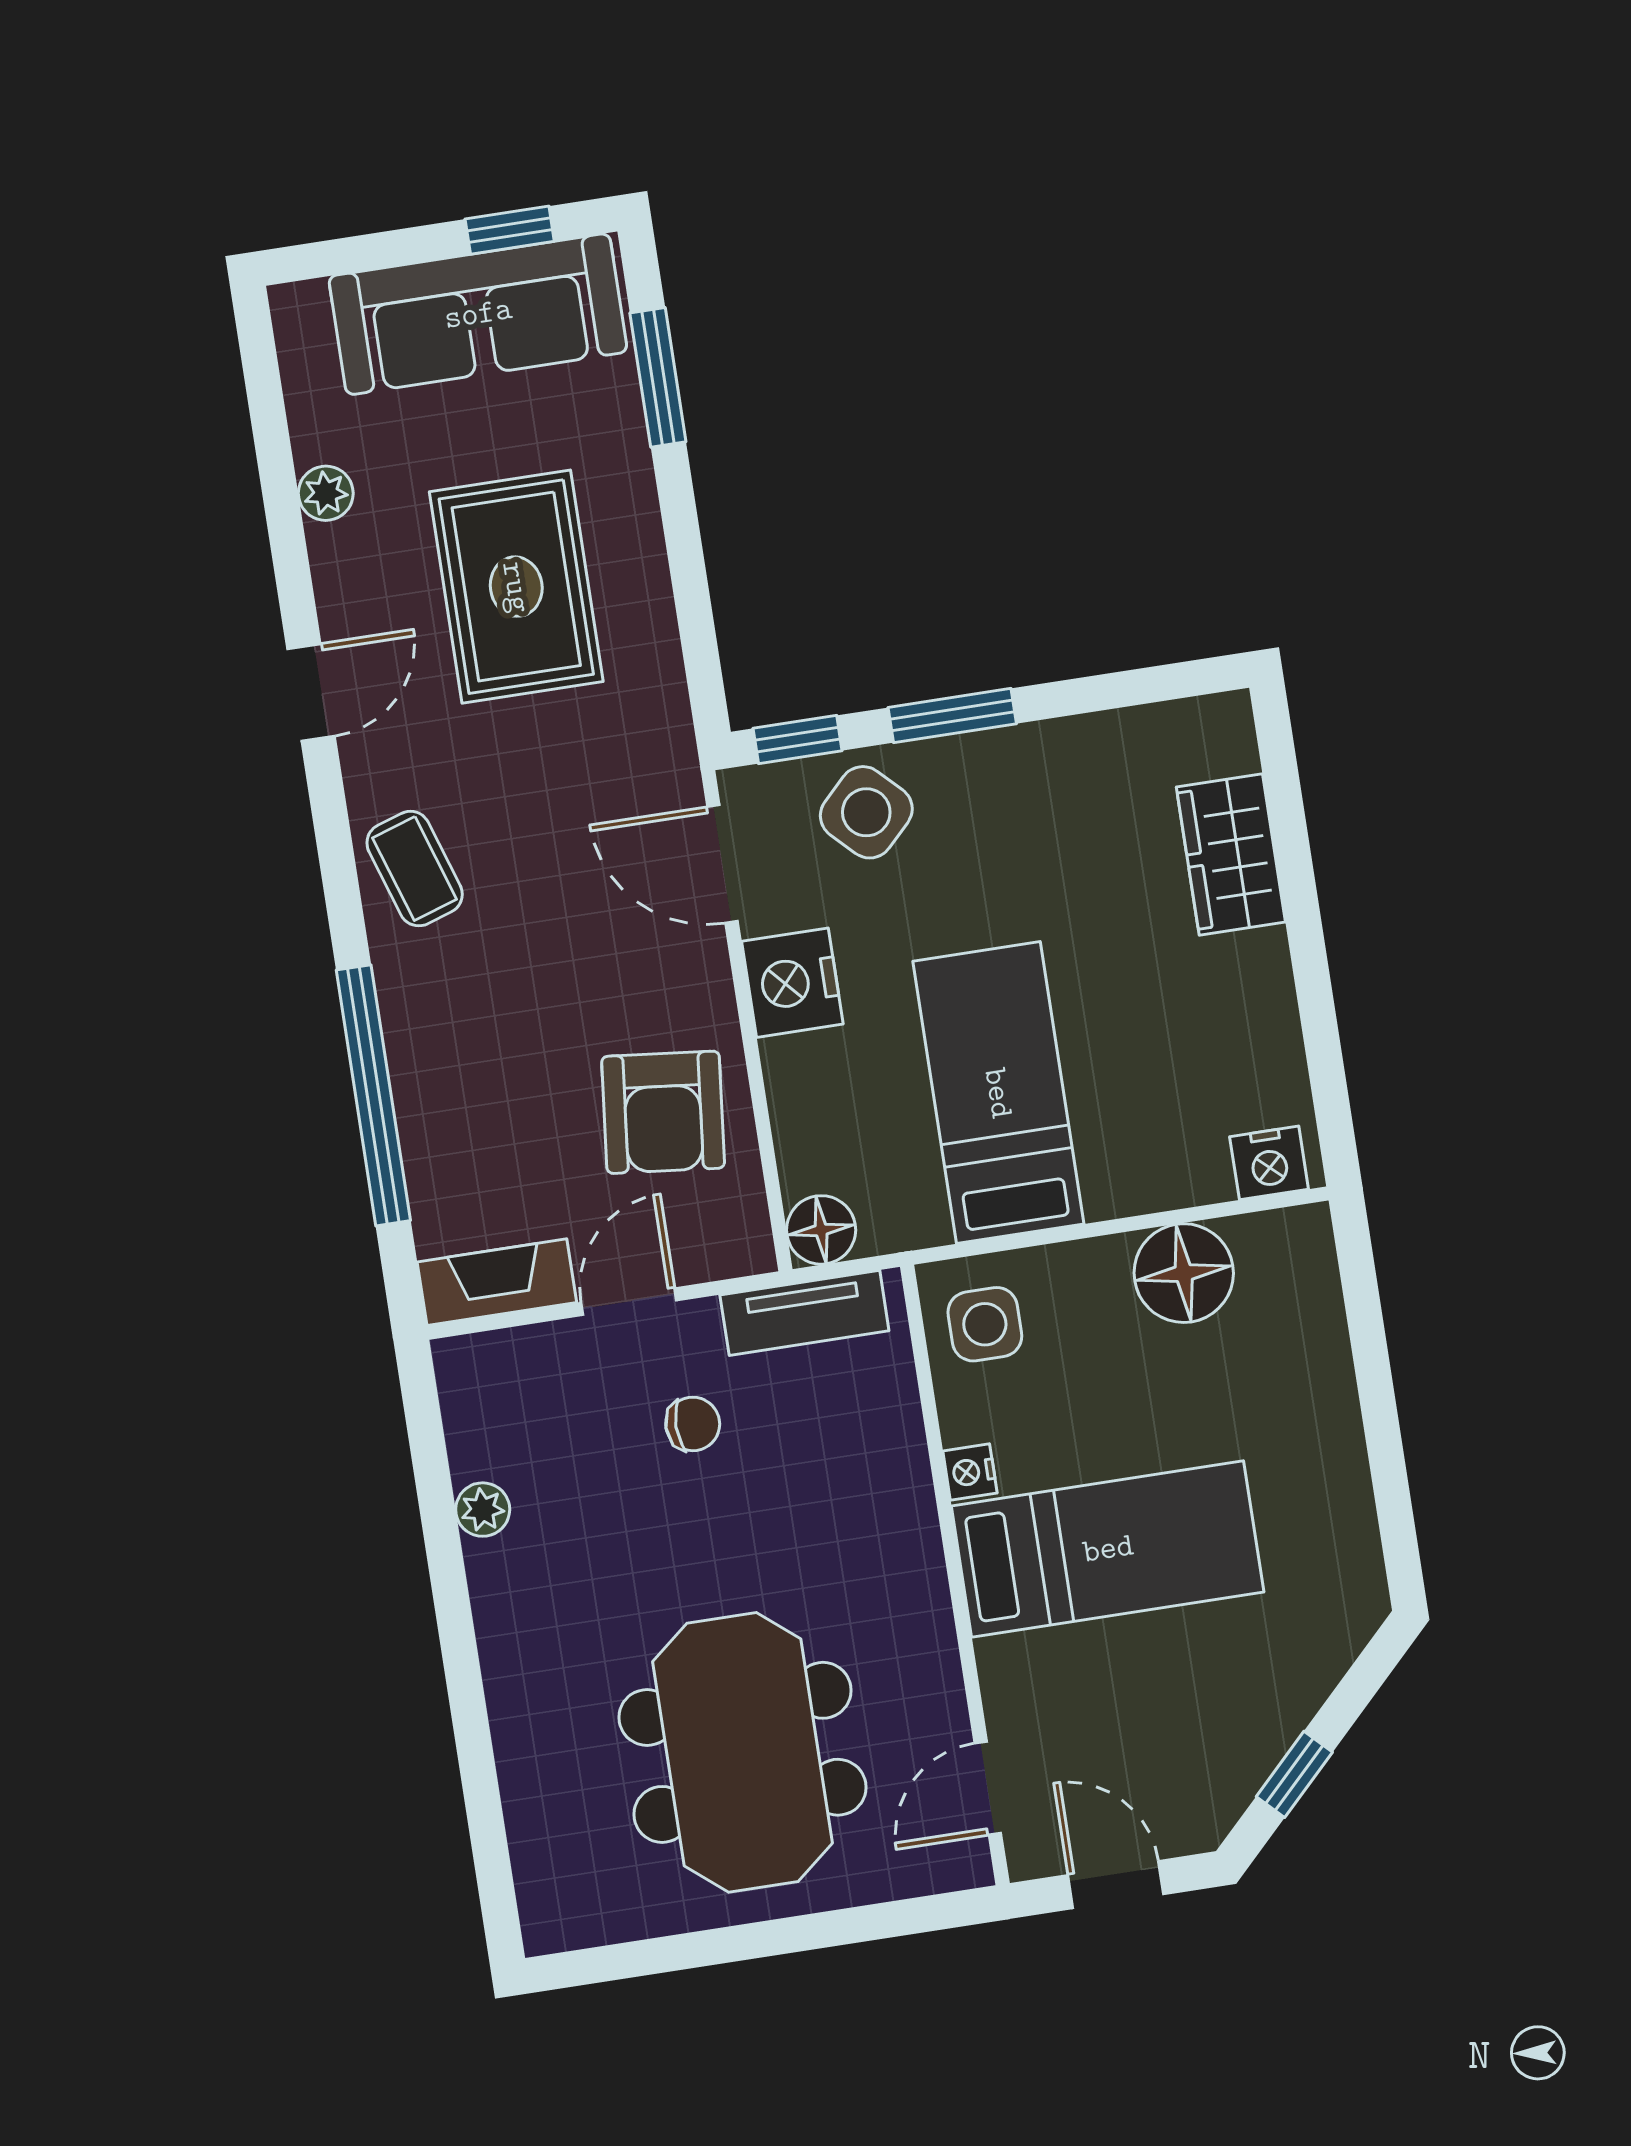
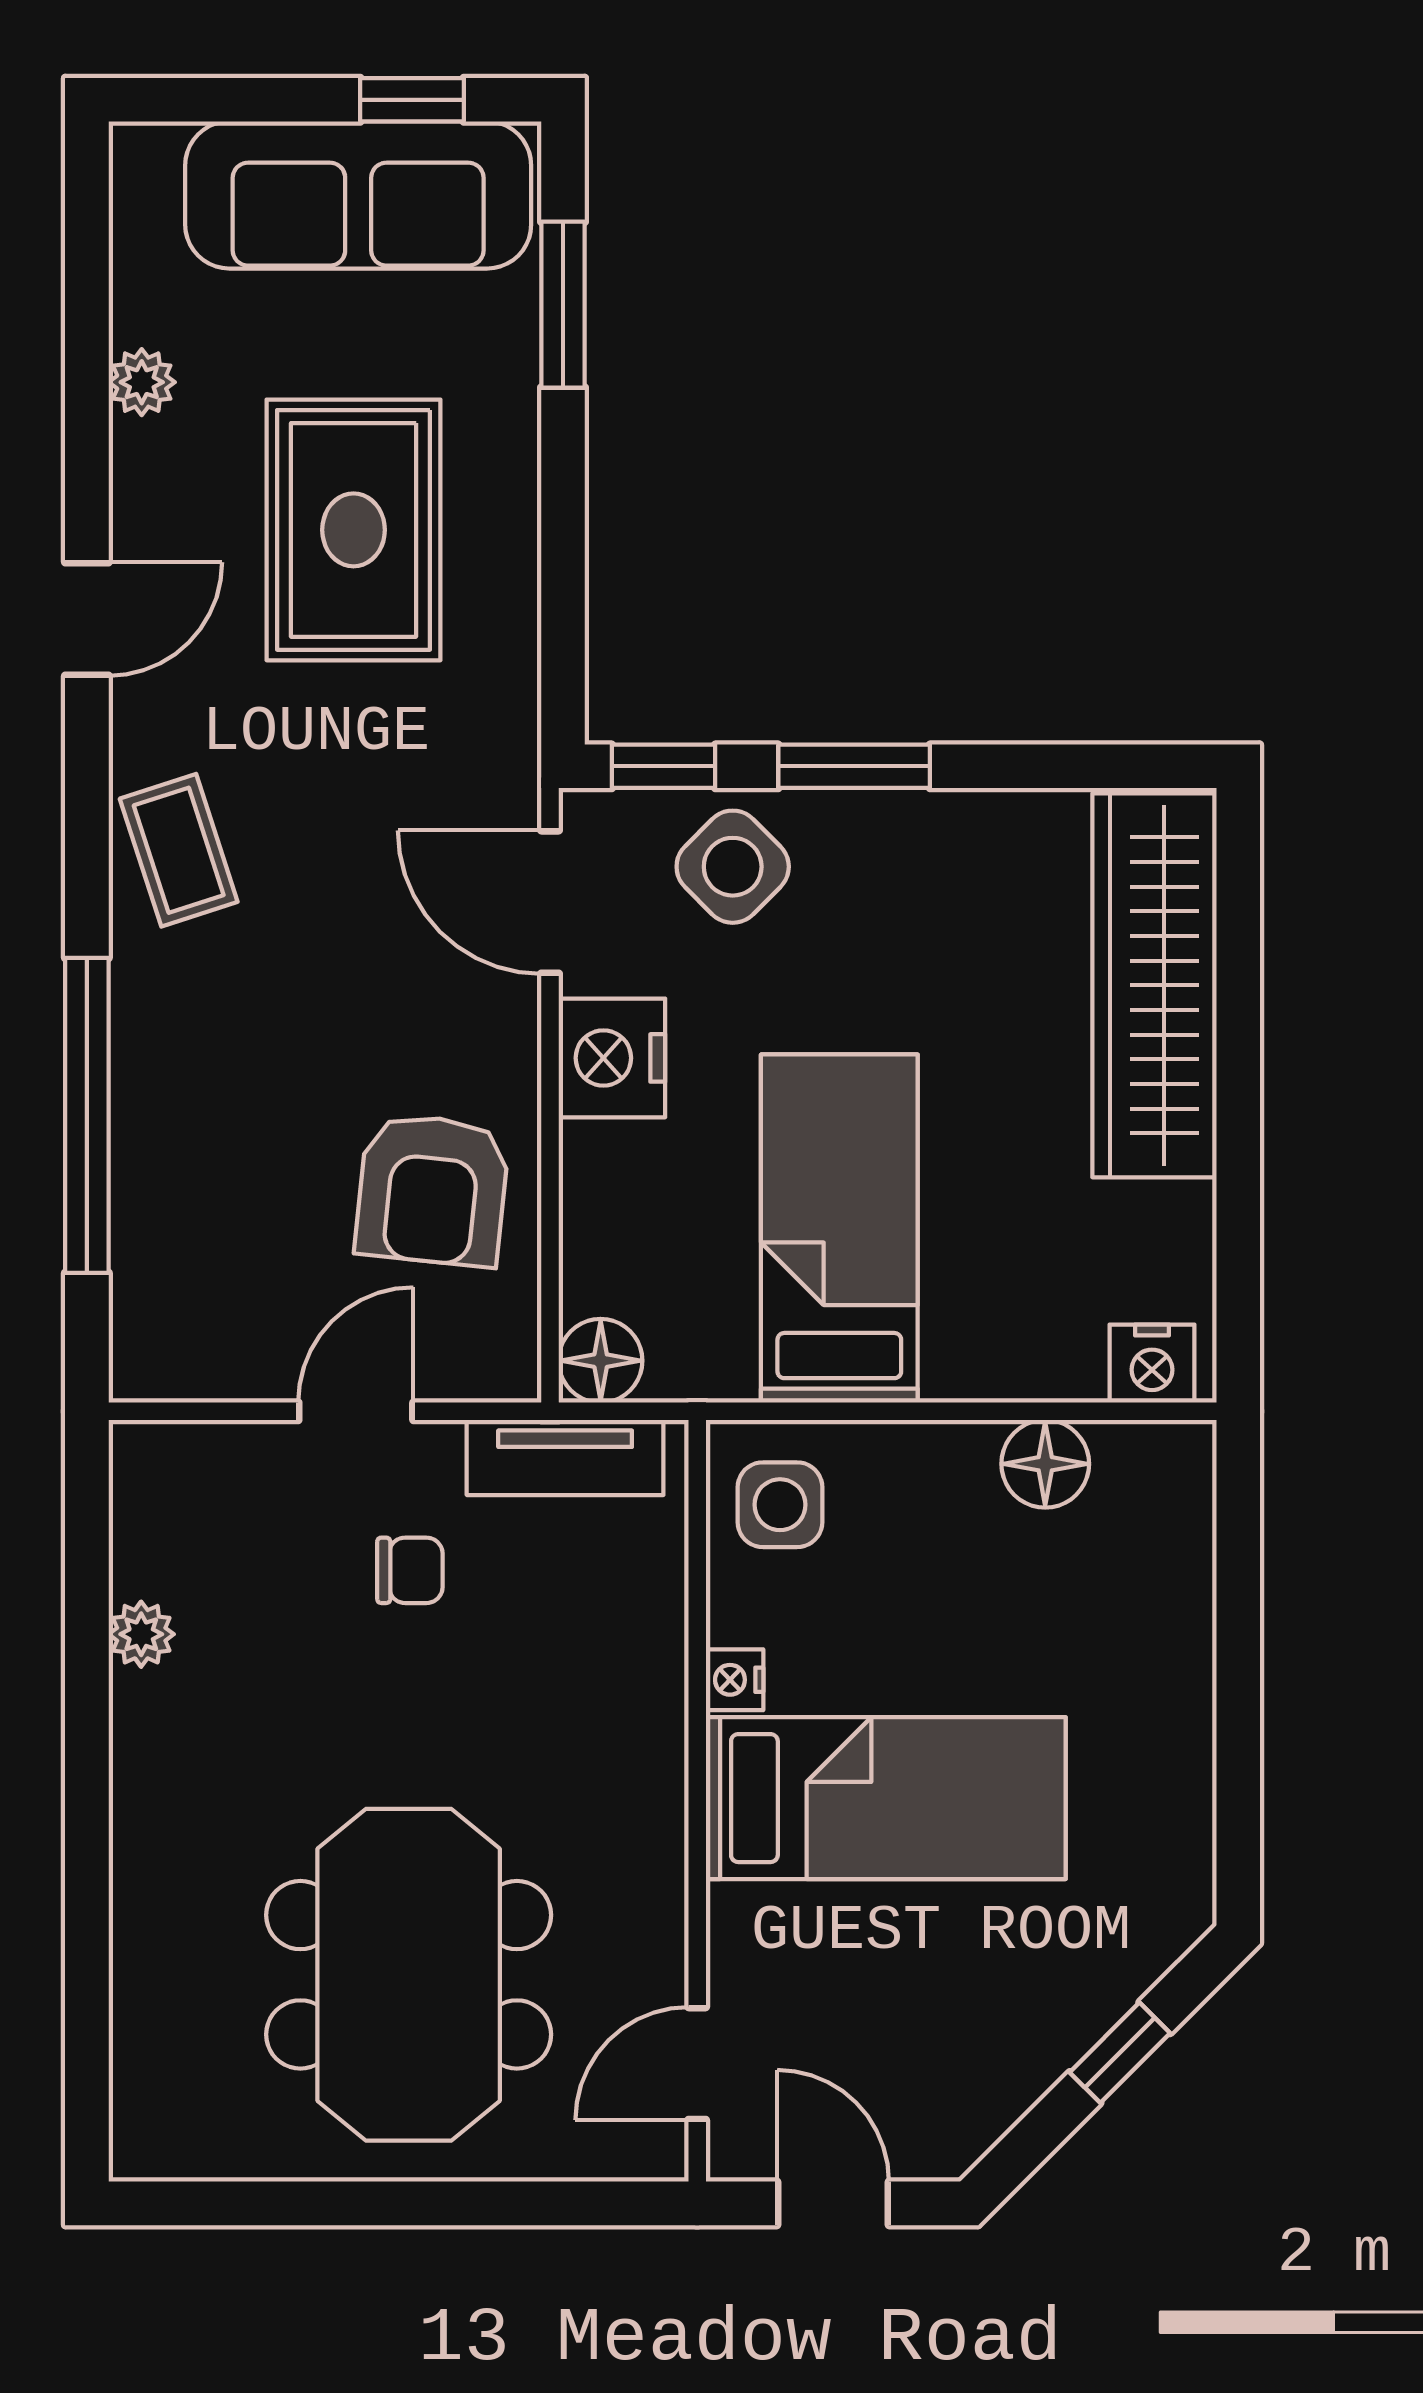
wardrobe: (1231, 854) -> (1154, 985), width x2.10, depth x1.17
floor lamp: (1184, 1273) -> (1045, 1464), width x0.73, depth x0.73
fireplace: (497, 1282) -> (201, 1363), removed
window: (1294, 1774) -> (1120, 2053), moved

